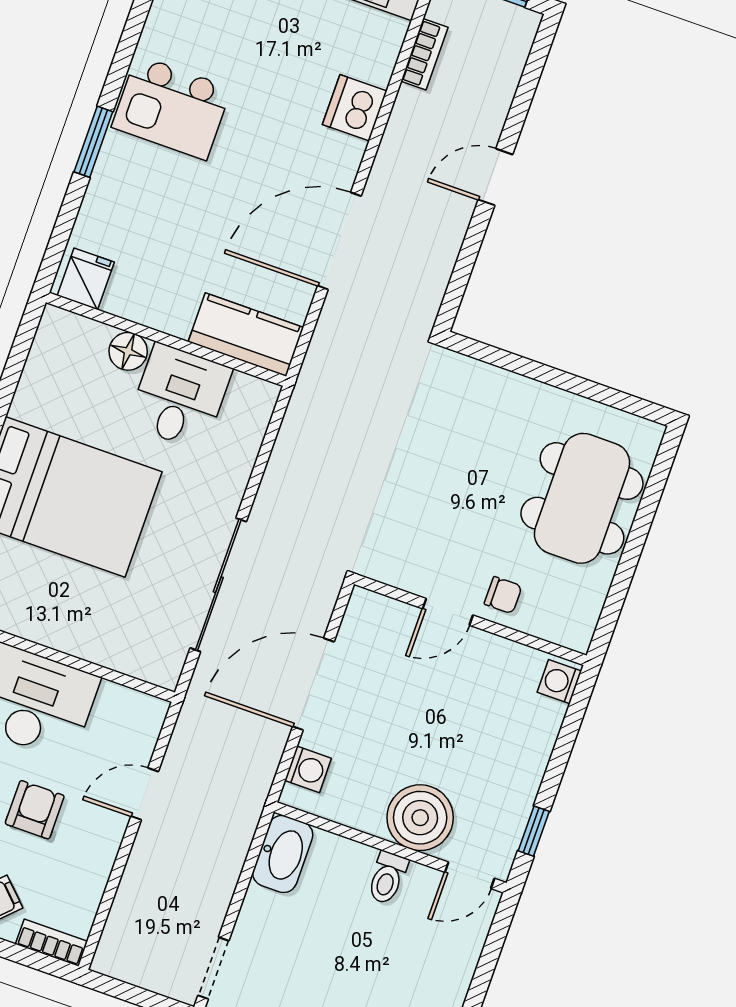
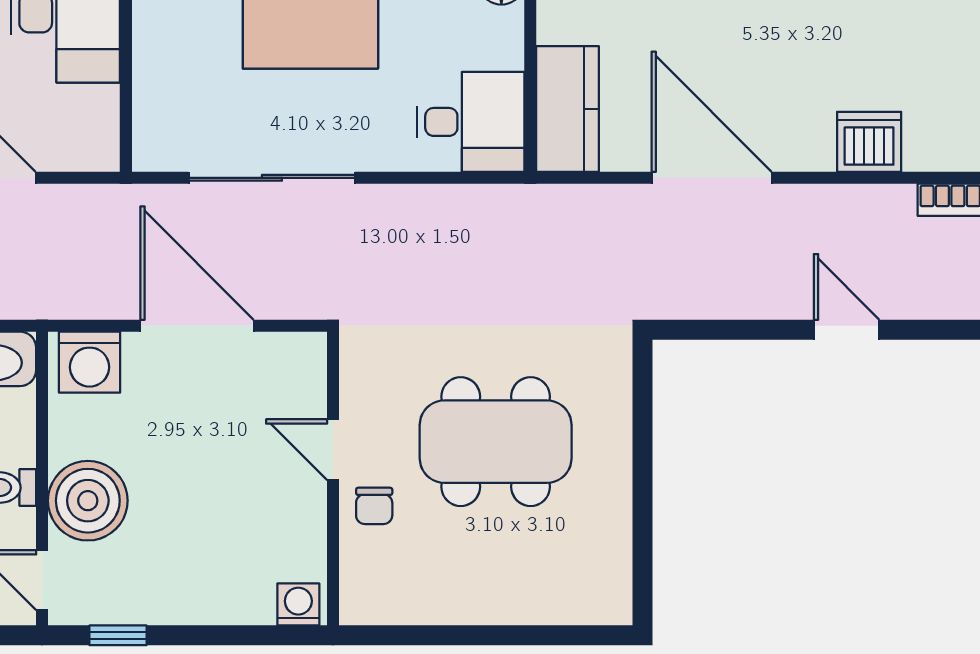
desk: (180, 397) -> (470, 122), moved
dining table: (582, 498) -> (496, 442), moved
washing machine: (308, 769) -> (89, 362), width x1.38, depth x1.38

